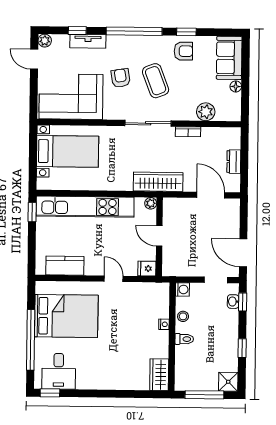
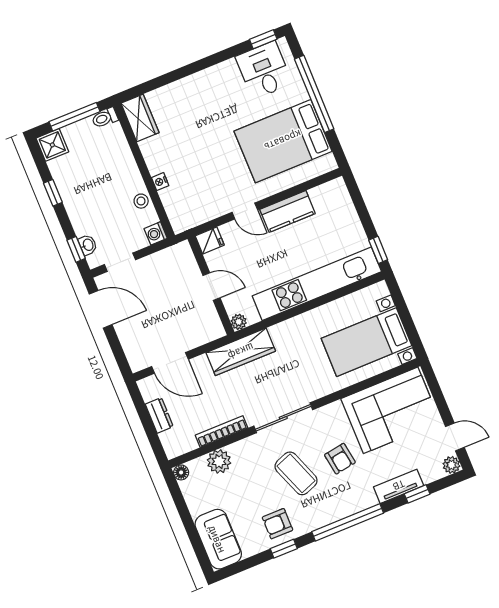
floor lamp: (236, 86) -> (181, 472), moved
bookcase: (188, 132) -> (222, 431), width x1.56
kitchen counter: (65, 266) -> (287, 211), moved
toilet: (184, 339) -> (105, 118), moved

